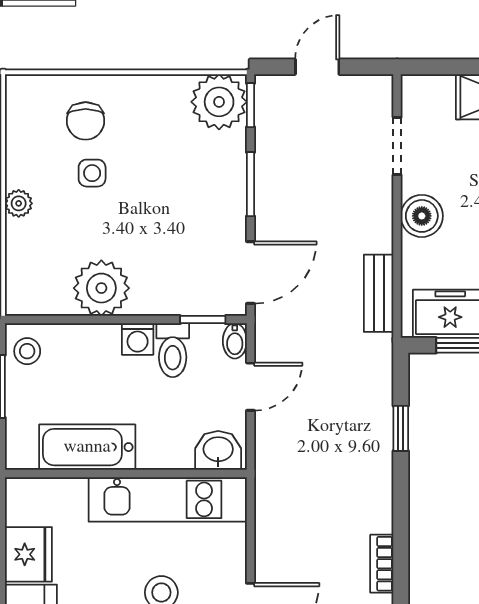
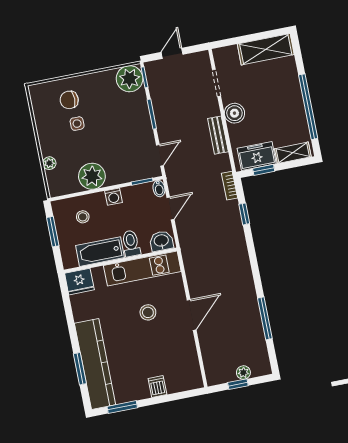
chair: (86, 121) -> (69, 100), turned 90
plant: (19, 203) -> (49, 163), moved
door: (250, 273) -> (160, 155), width x0.73
bench: (379, 293) -> (218, 135), moved
toilet: (173, 350) -> (131, 243), moved, turned 180
stool: (27, 351) -> (83, 217), moved
fridge: (28, 554) -> (79, 282), moved, turned 90
bookcase: (382, 564) -> (229, 186), moved

